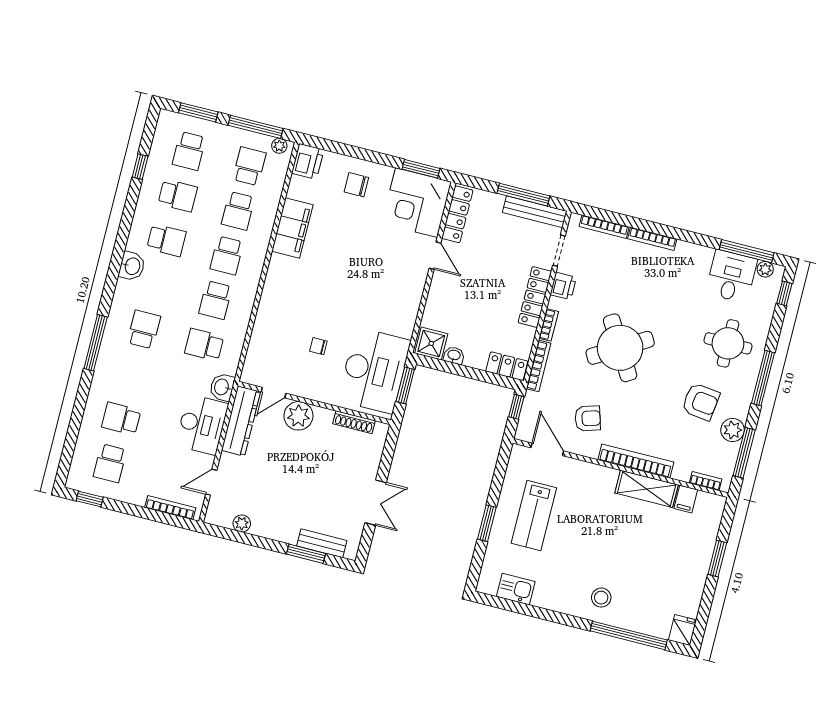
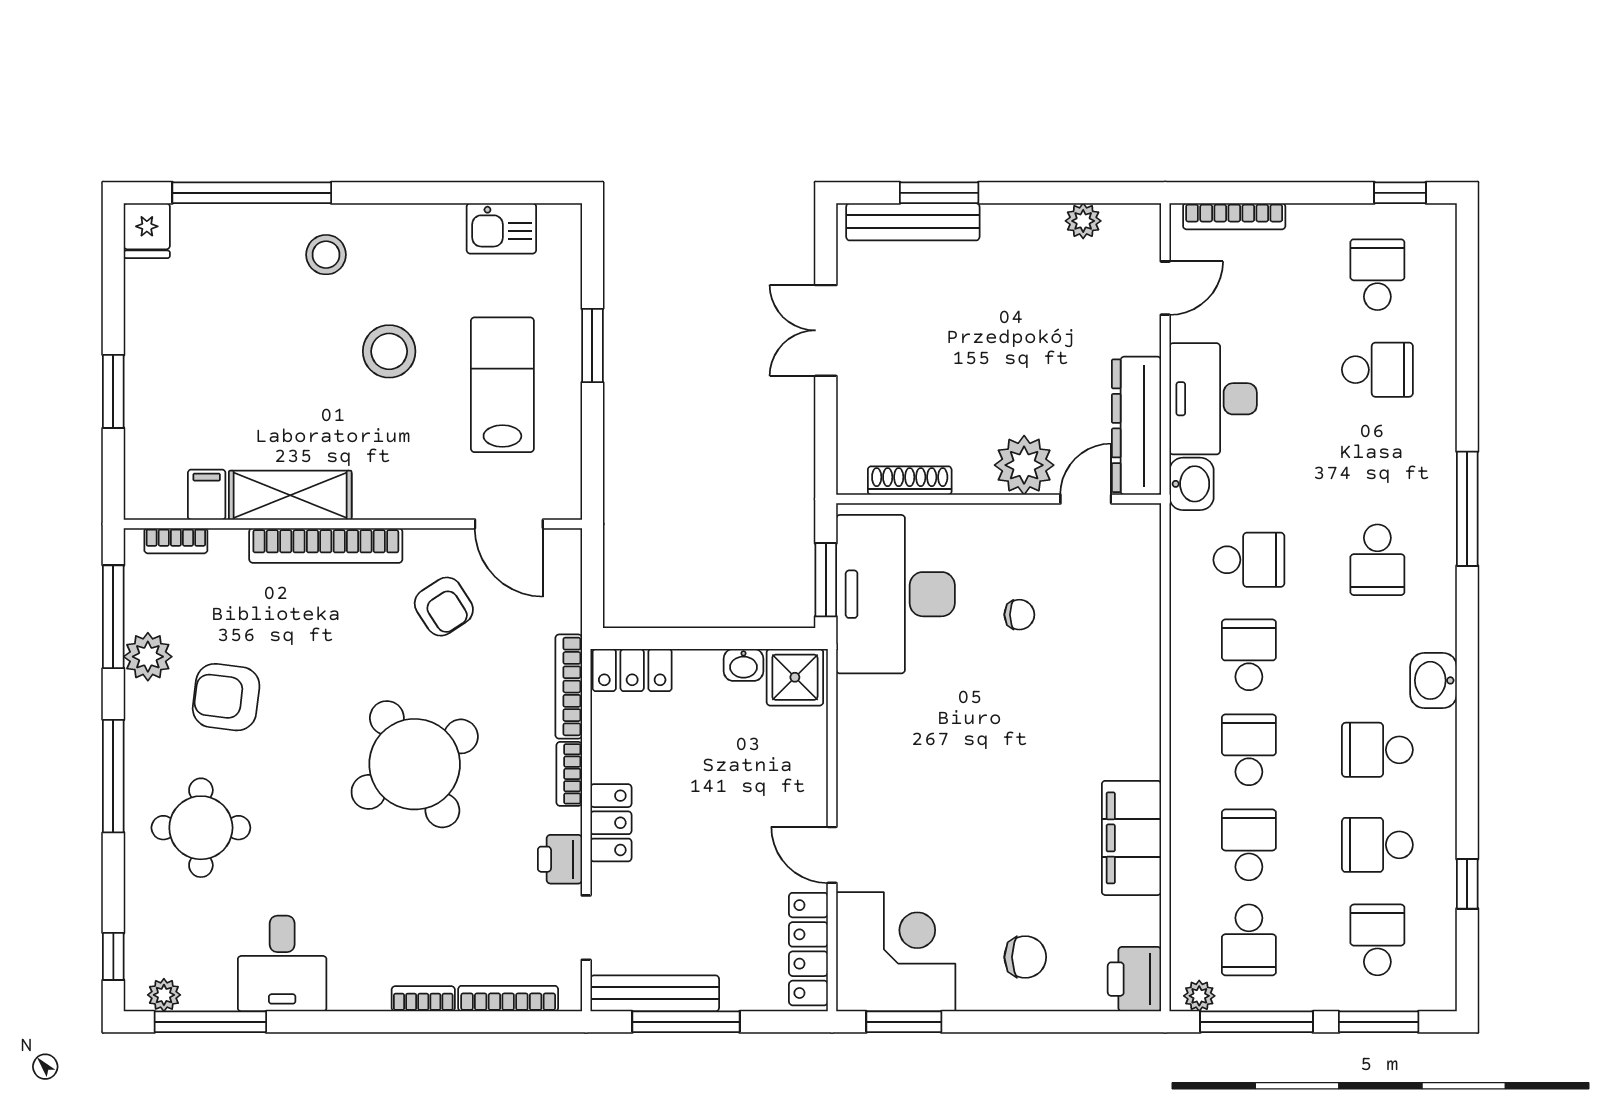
bookcase: (652, 239) -> (423, 999), width x0.64
desk: (731, 276) -> (282, 964), moved
locker: (535, 297) -> (611, 823), width x0.66
window: (516, 407) -> (592, 594), removed
armchair: (588, 418) -> (444, 607), turned -106
bench: (322, 543) -> (913, 222), width x1.36
stool: (583, 545) -> (389, 351), added

